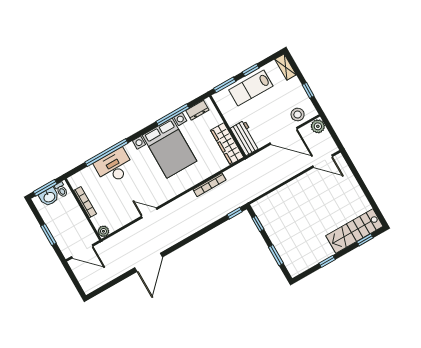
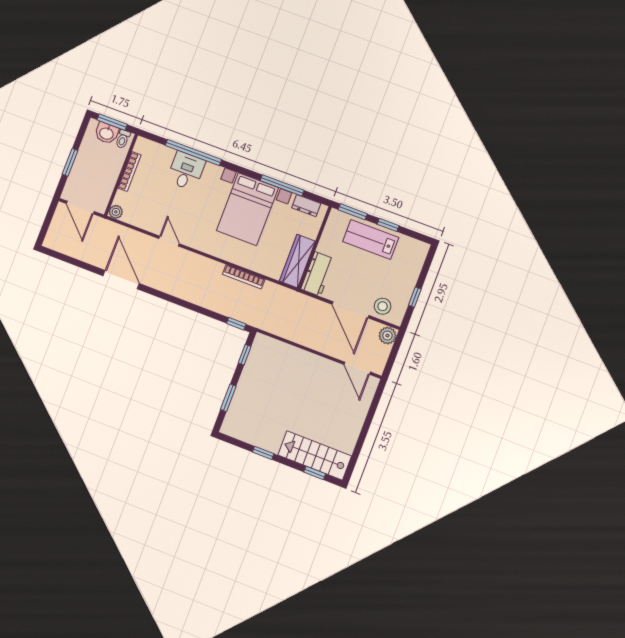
shelving: (285, 67) -> (419, 256), removed
desk: (114, 167) -> (186, 171), width x0.73
door: (149, 262) -> (121, 280), swing flipped

